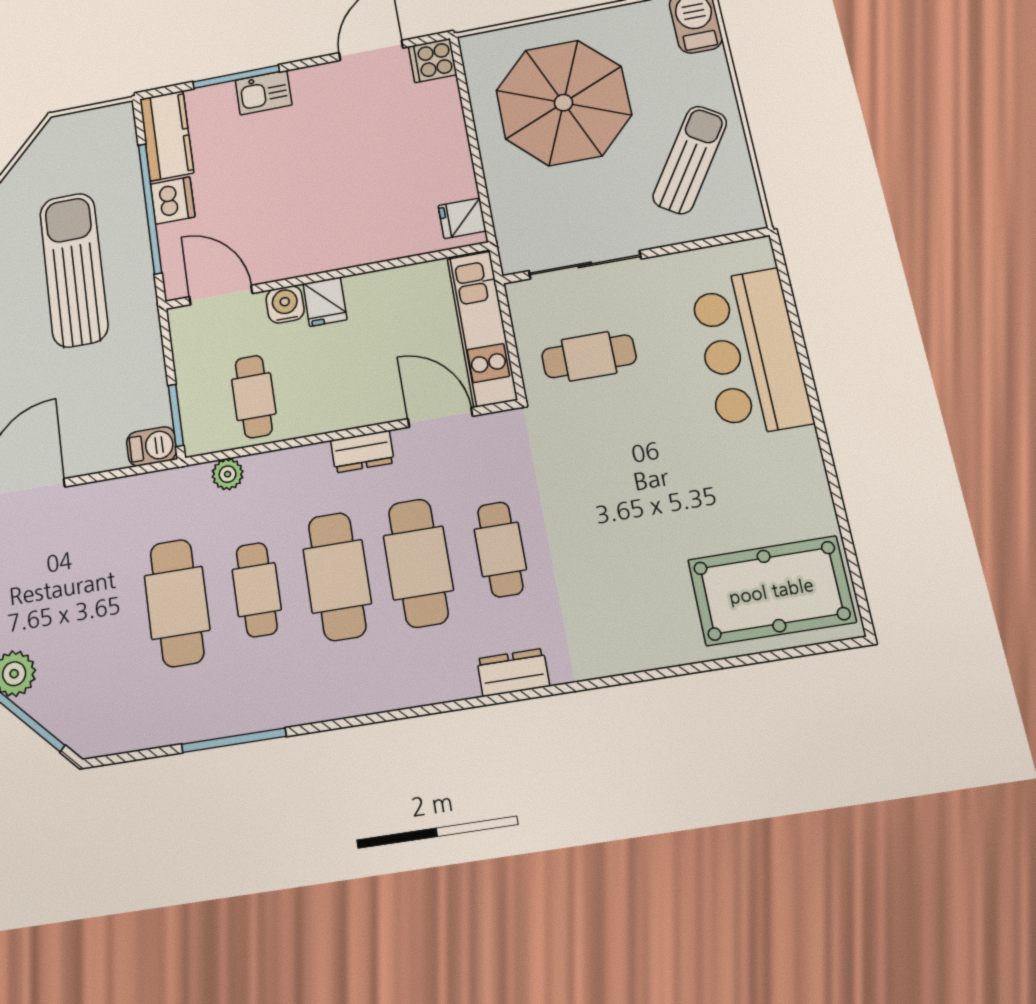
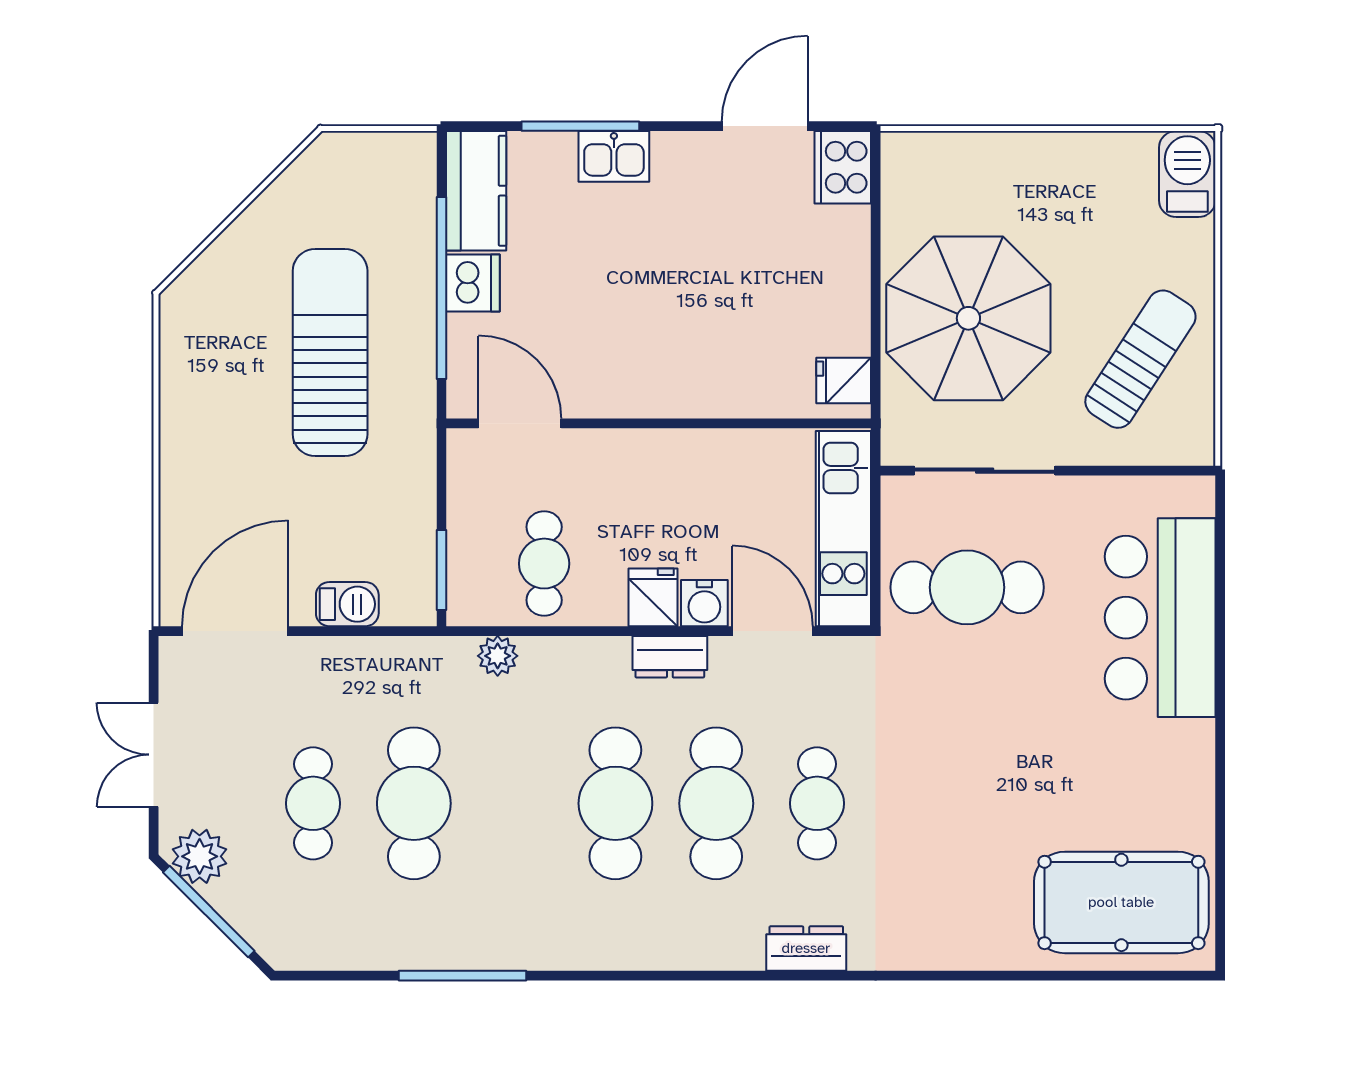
cooker: (432, 61) -> (843, 167), width x1.36
parasol: (563, 103) -> (968, 318), moved
fridge: (325, 302) -> (653, 597), moved, turned 180
water cooler: (285, 304) -> (704, 603), moved, turned 180
cafe table: (589, 356) -> (967, 587), width x1.37, depth x1.35
barbecue: (152, 446) -> (347, 604), moved
cafe table: (257, 590) -> (313, 803), moved

